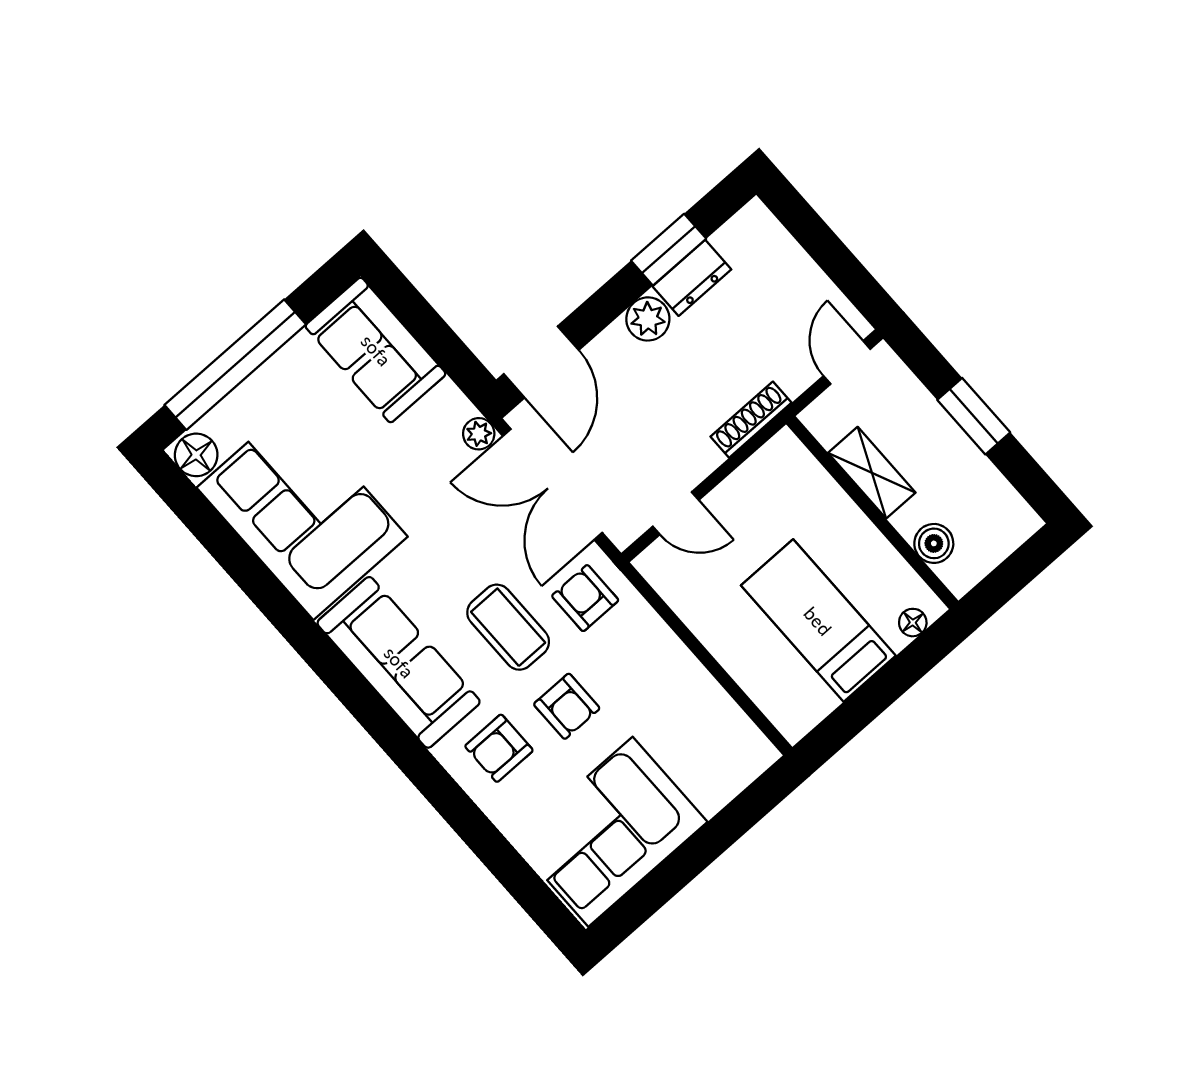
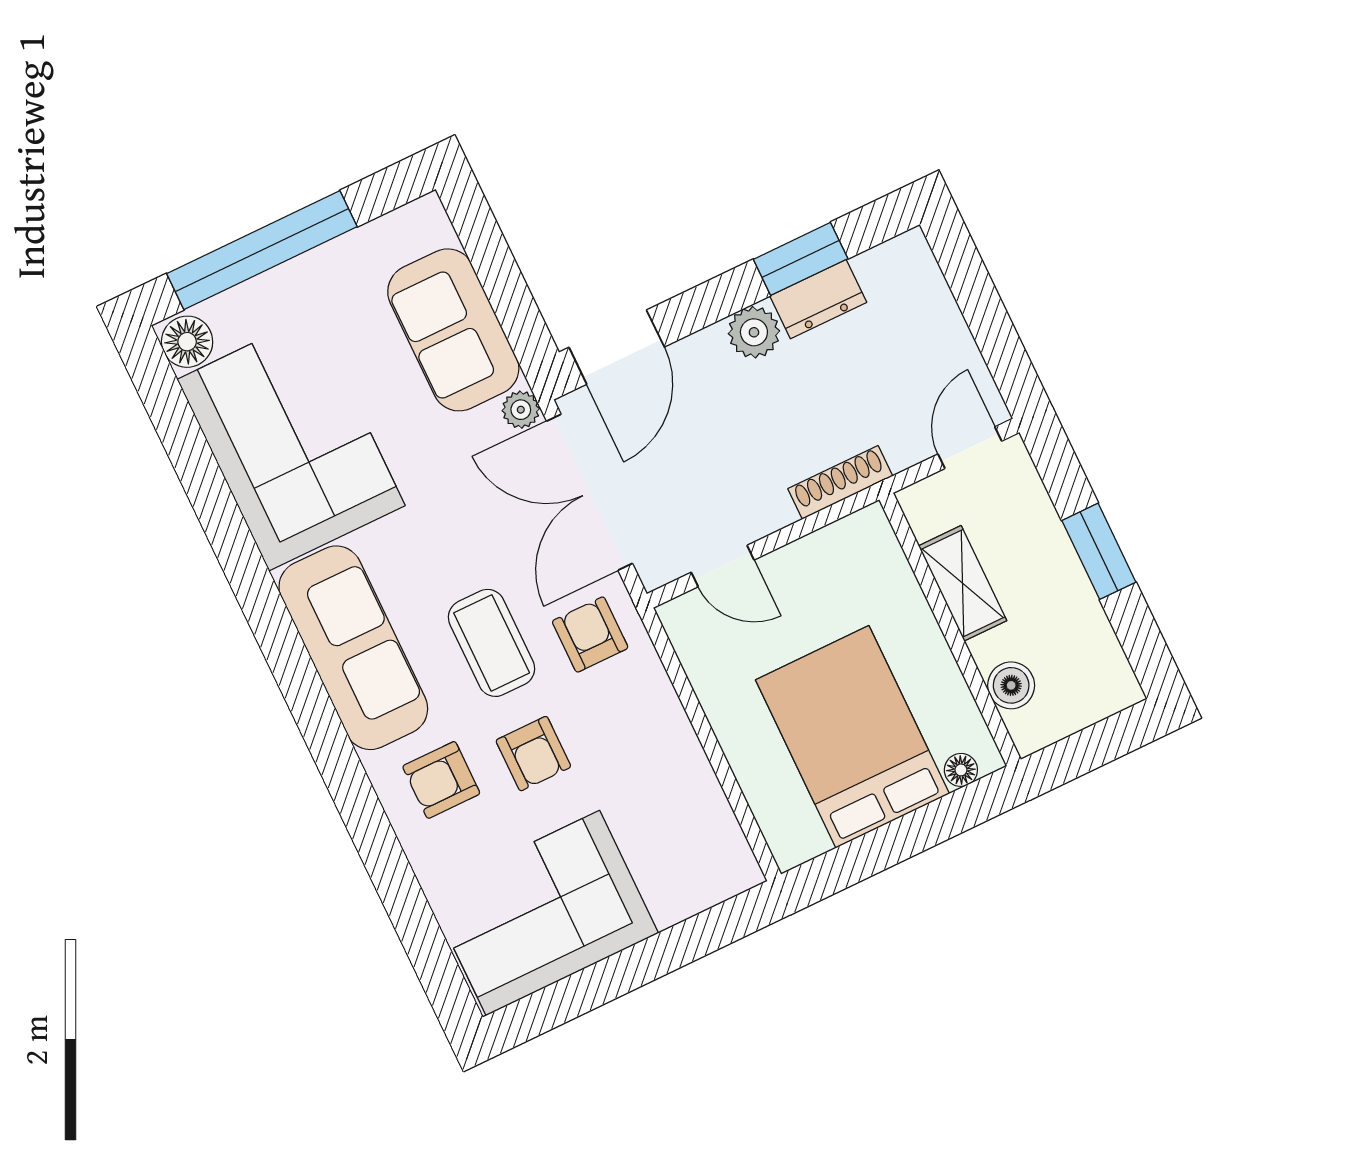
sofa: (376, 350) -> (453, 330), moved
bed: (818, 621) -> (852, 737), width x1.50

